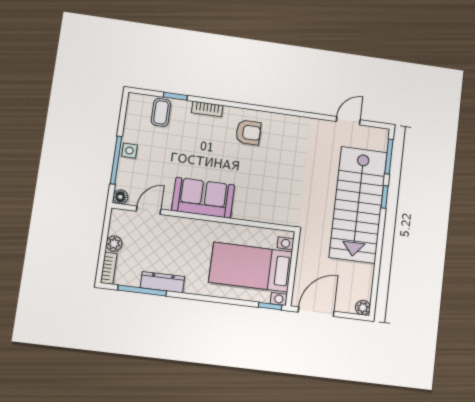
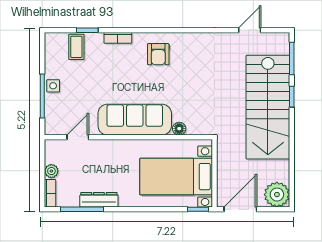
armchair: (248, 132) -> (158, 54), turned 90
floor lamp: (120, 197) -> (179, 129), moved
sofa: (203, 198) -> (135, 120), width x1.36
plant: (363, 308) -> (277, 195), width x1.87, depth x1.87

